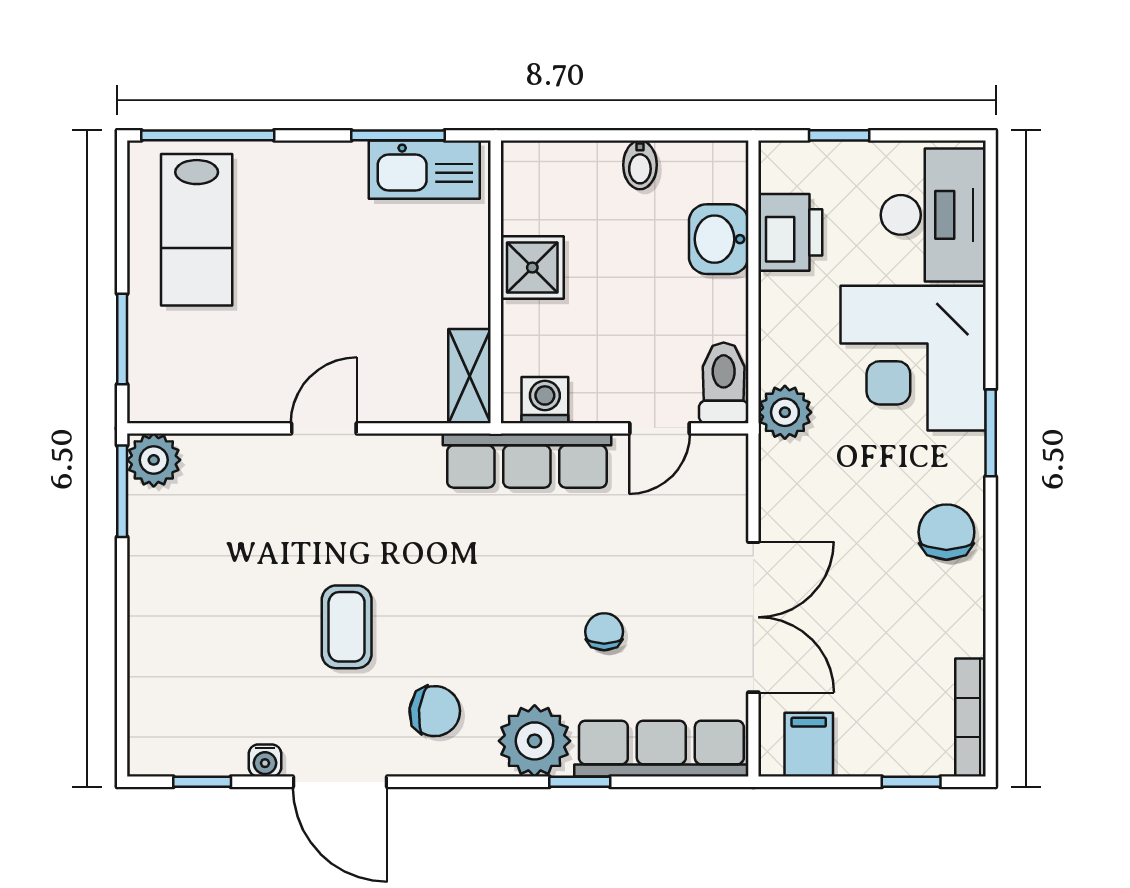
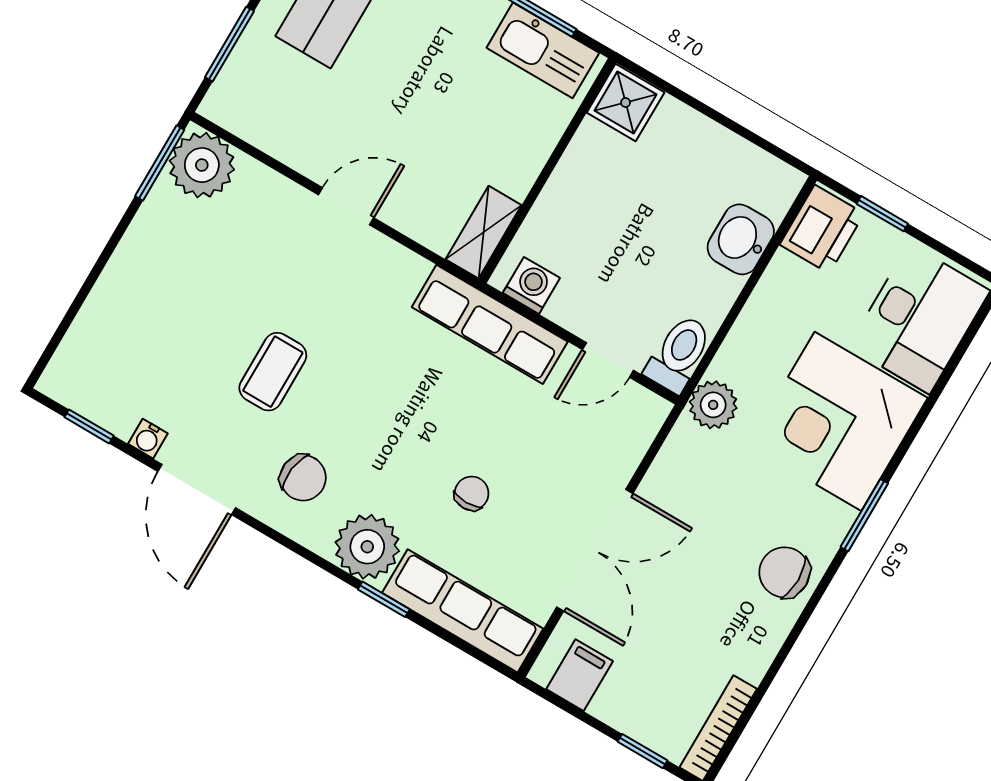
bidet: (640, 165) -> (713, 145), removed
printer: (790, 232) -> (822, 229), moved
shower: (532, 268) -> (626, 102), moved
plant: (154, 460) -> (202, 165), width x1.36, depth x1.36
chair: (946, 532) -> (784, 572), turned -90

